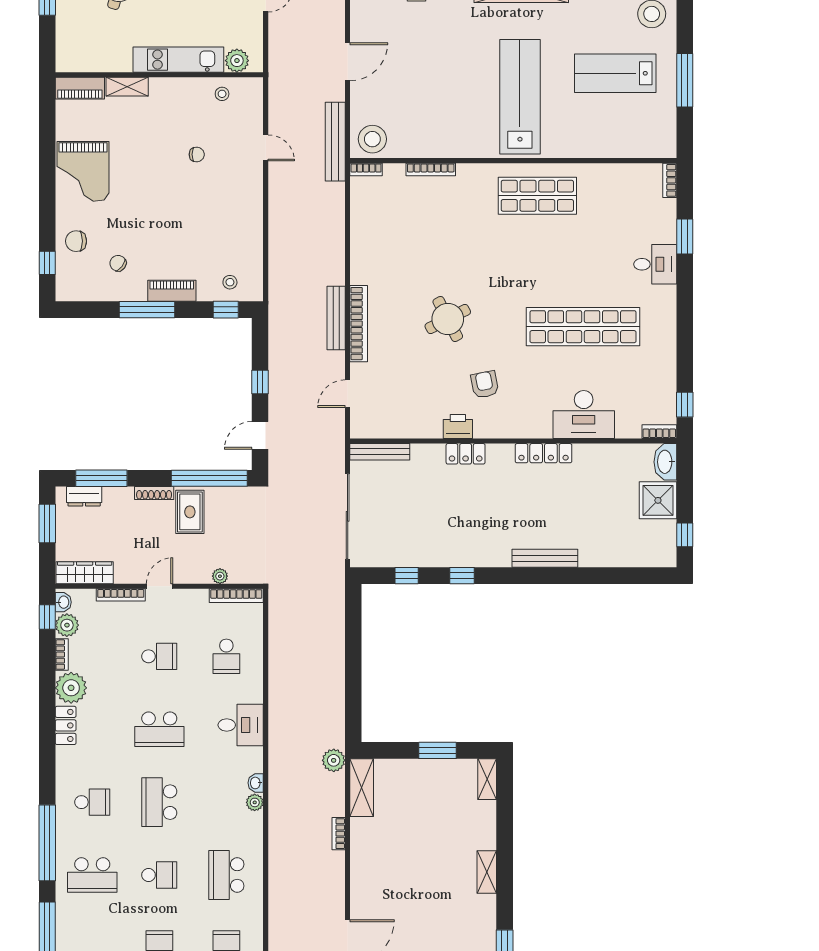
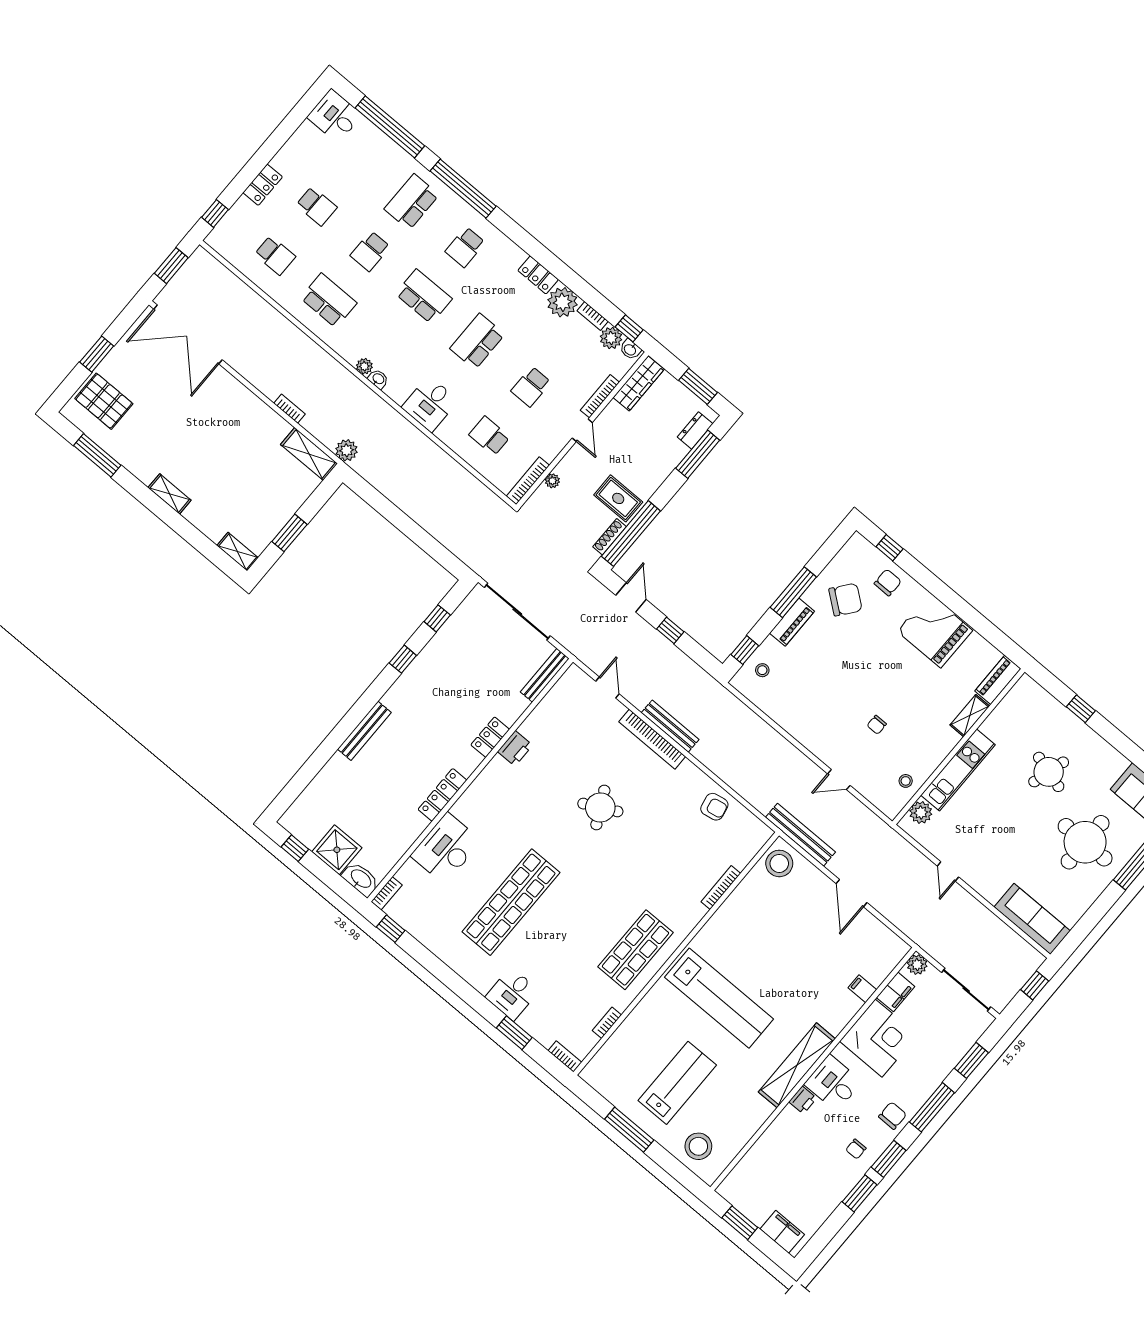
bookcase: (366, 170) -> (607, 1023), moved
chair: (118, 263) -> (845, 600), width x1.87, depth x1.87
armchair: (485, 385) -> (714, 807), moved
shoe rack: (154, 493) -> (610, 537), moved

